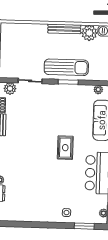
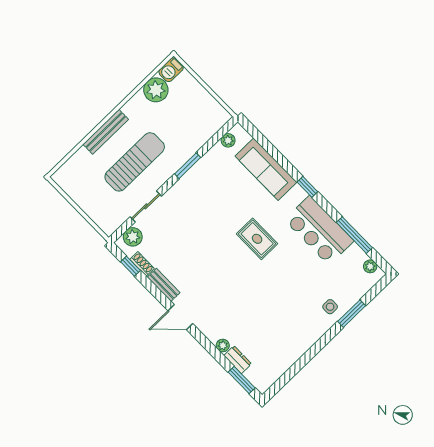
bench: (64, 29) -> (106, 132), moved
sun lounger: (66, 67) -> (135, 162), moved
window: (84, 226) -> (352, 314), moved

